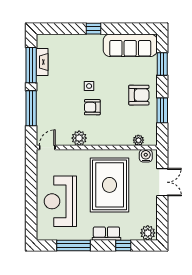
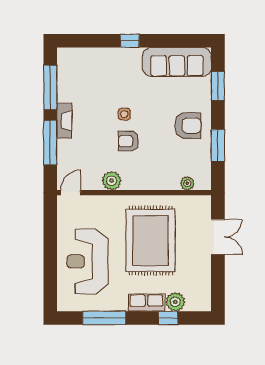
fireplace: (42, 62) -> (64, 121), moved
water cooler: (146, 156) -> (197, 203), removed
plant: (148, 233) -> (175, 302), moved

